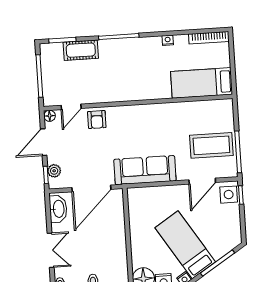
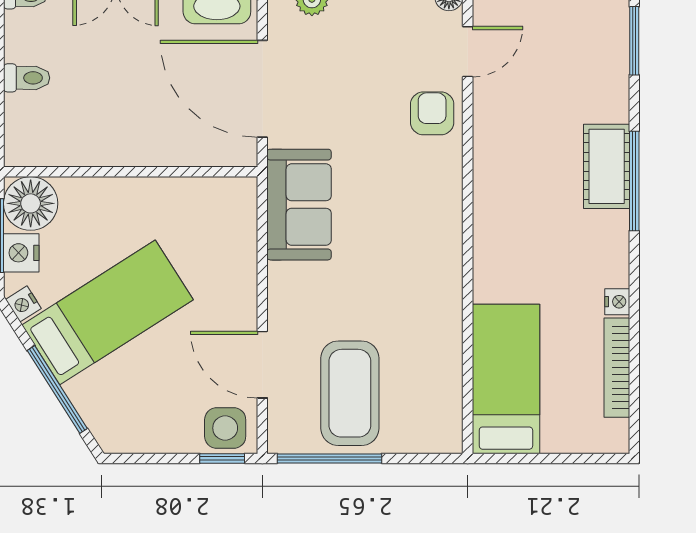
bookcase: (209, 38) -> (617, 368), moved
cot: (81, 50) -> (607, 166), moved
door: (71, 107) -> (468, 52), swing flipped
armchair: (97, 120) -> (432, 113), turned 90
sofa: (145, 170) -> (299, 205), width x0.73

